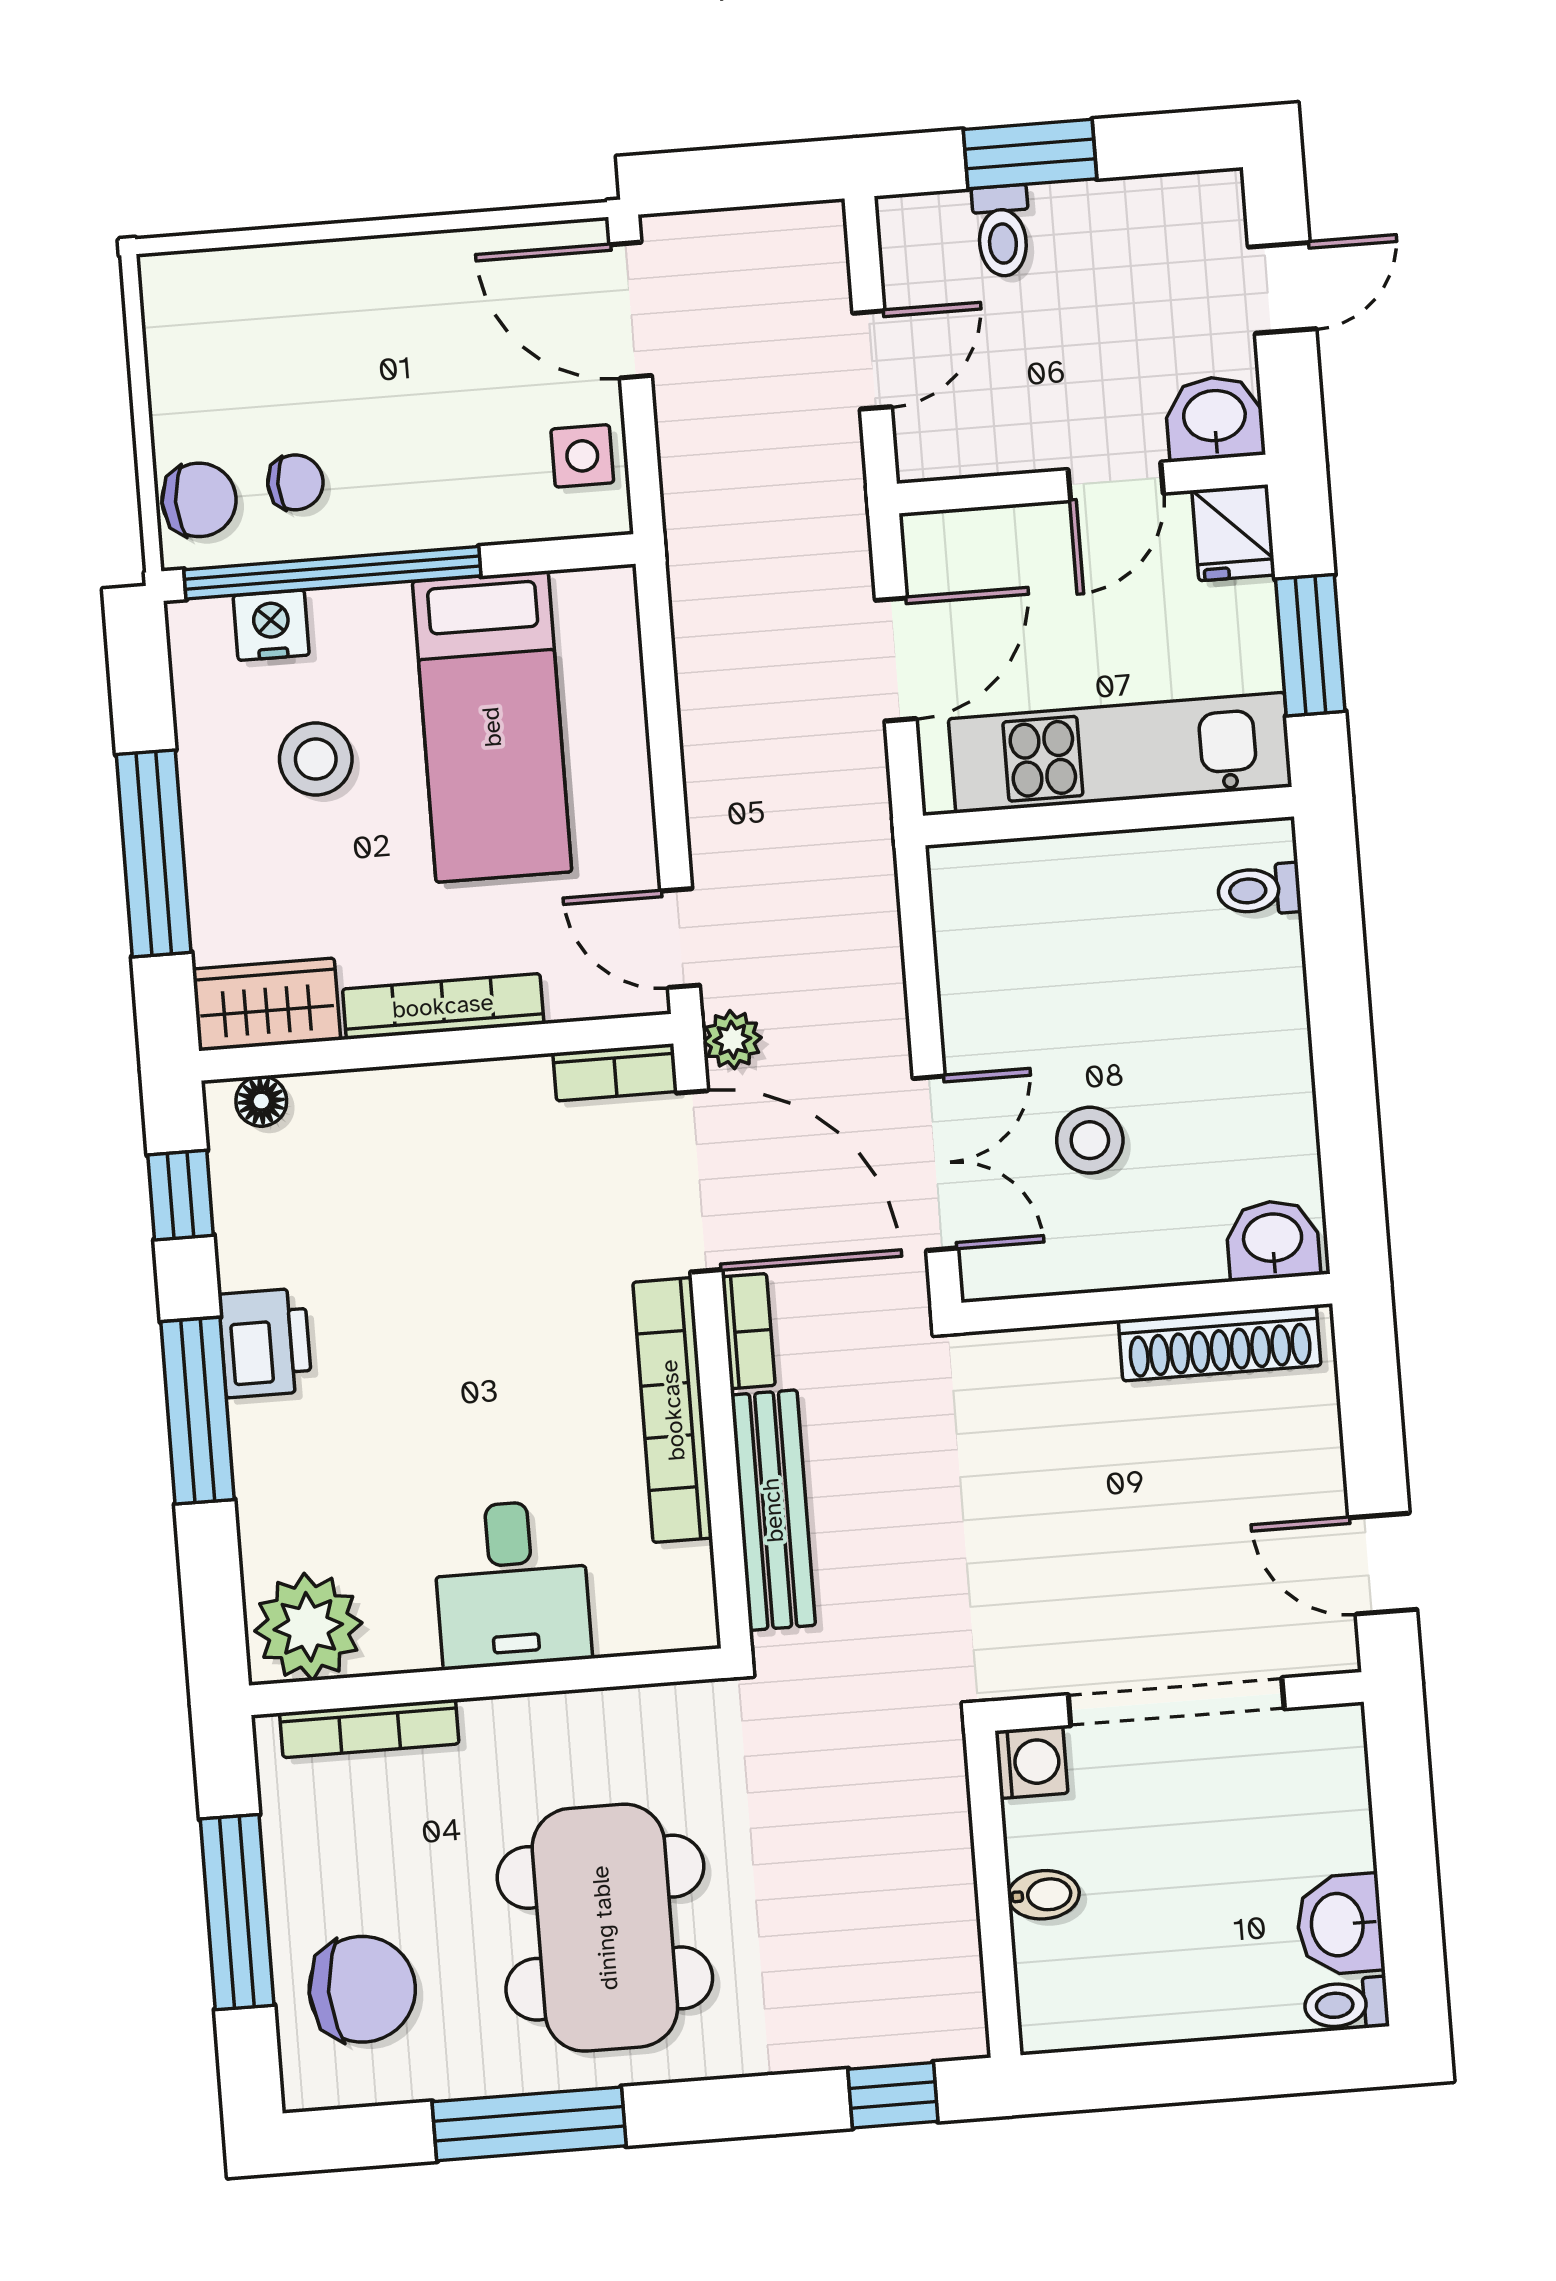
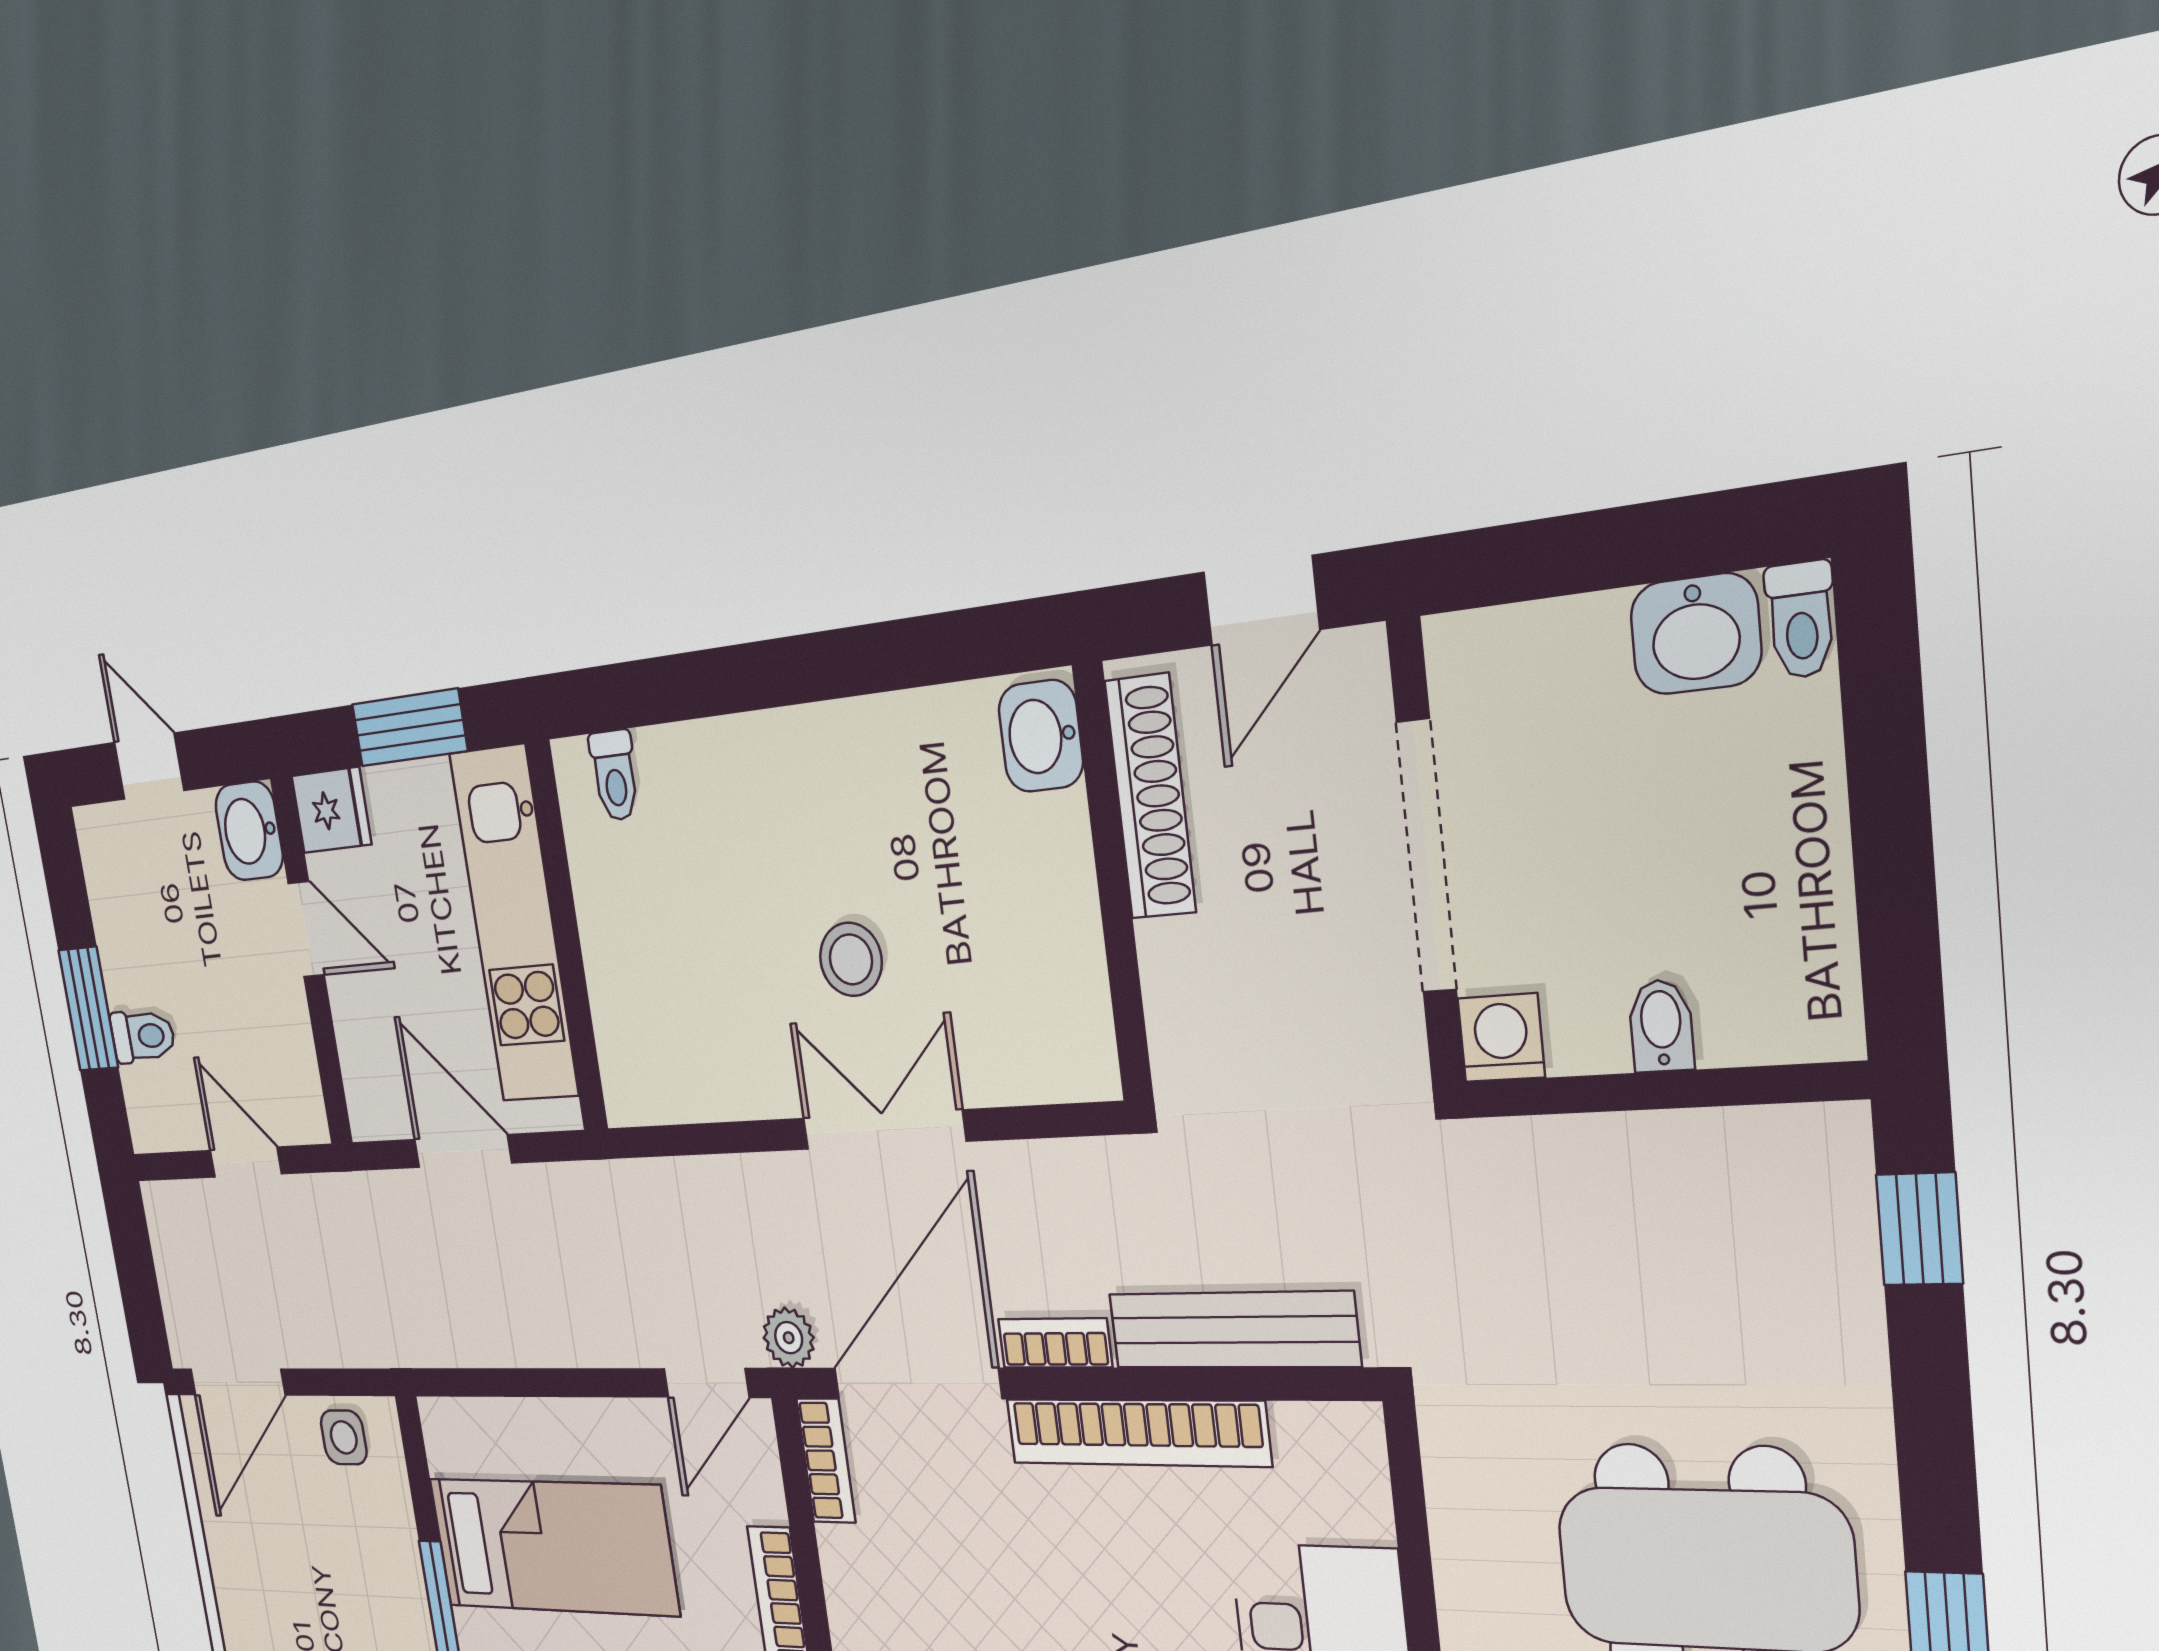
washbasin: (1273, 1240) -> (1041, 736), moved
wall: (1147, 1303) -> (1113, 884), moved
shoe rack: (1220, 1343) -> (1150, 797), moved

